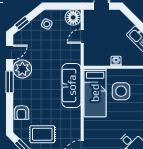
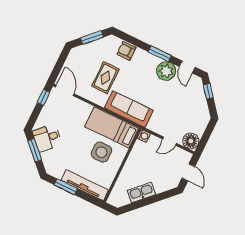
side table: (47, 24) -> (197, 114), removed
door: (82, 36) -> (169, 141), swing flipped
washing machine: (116, 61) -> (144, 136), moved
rug: (42, 134) -> (105, 78), moved

